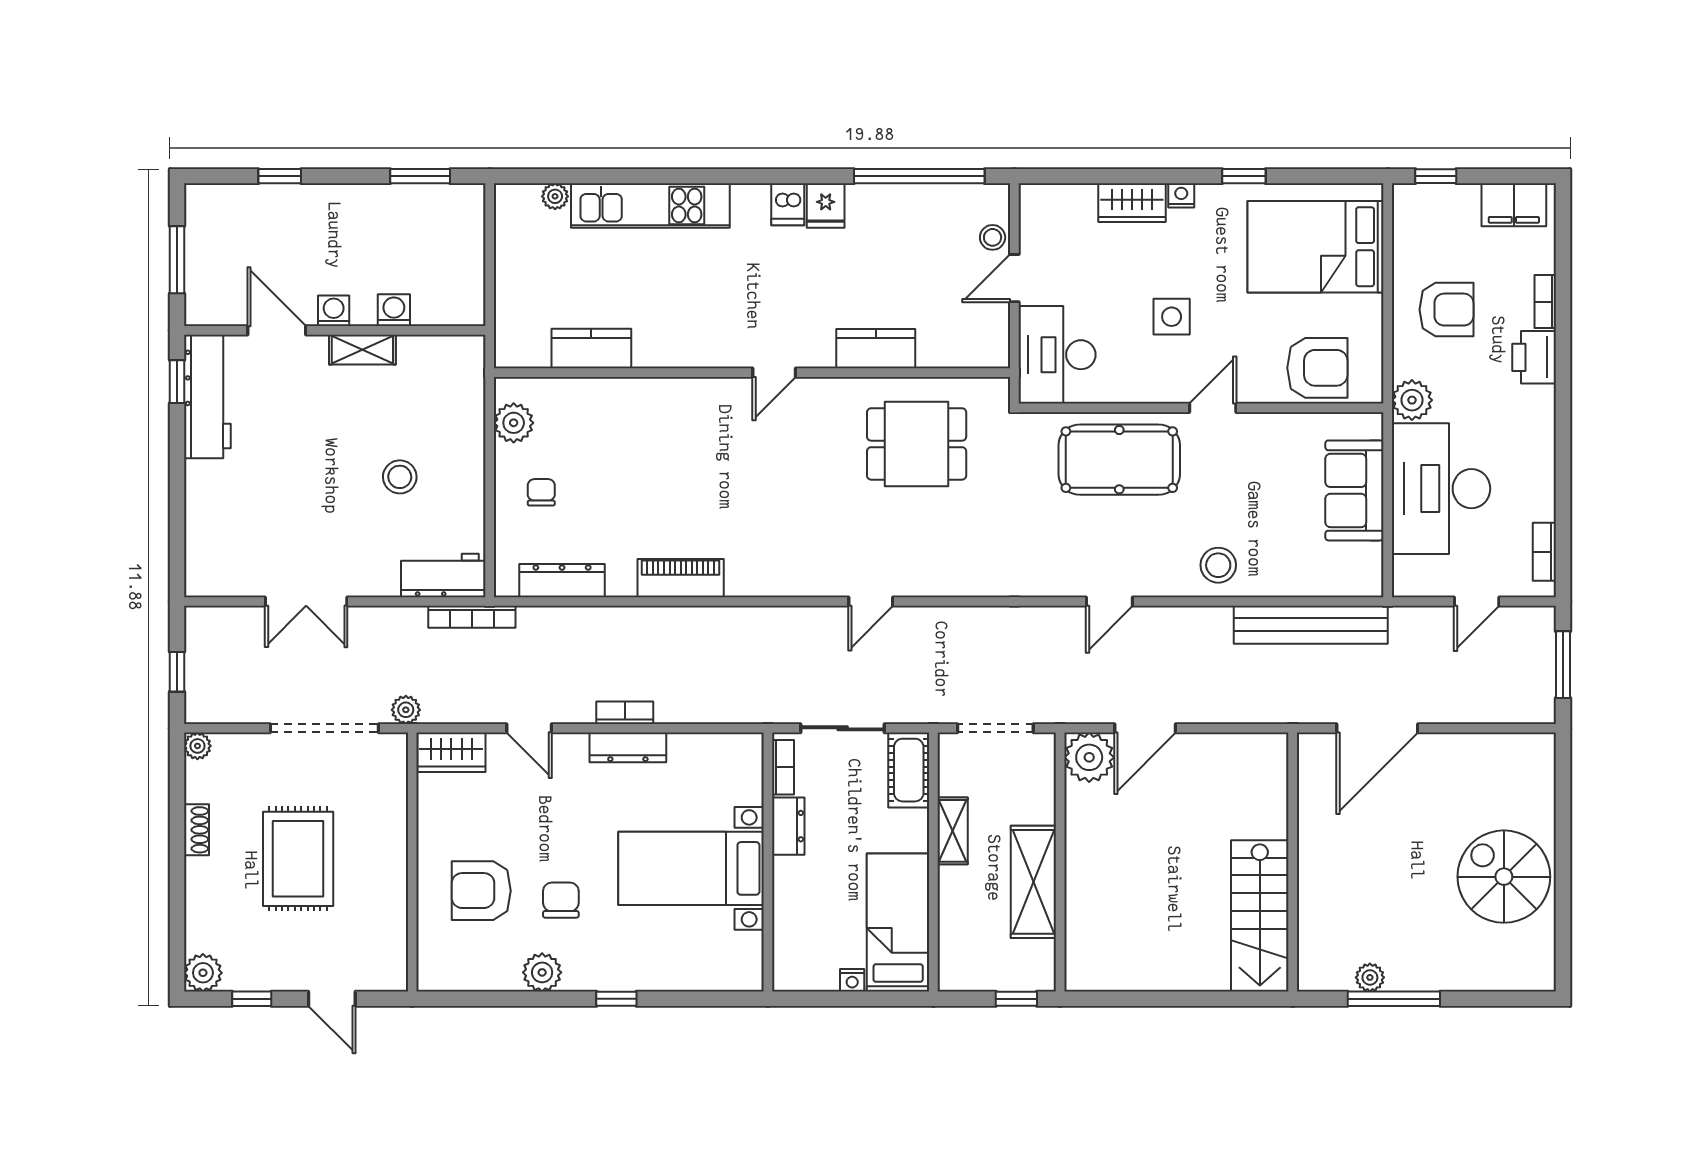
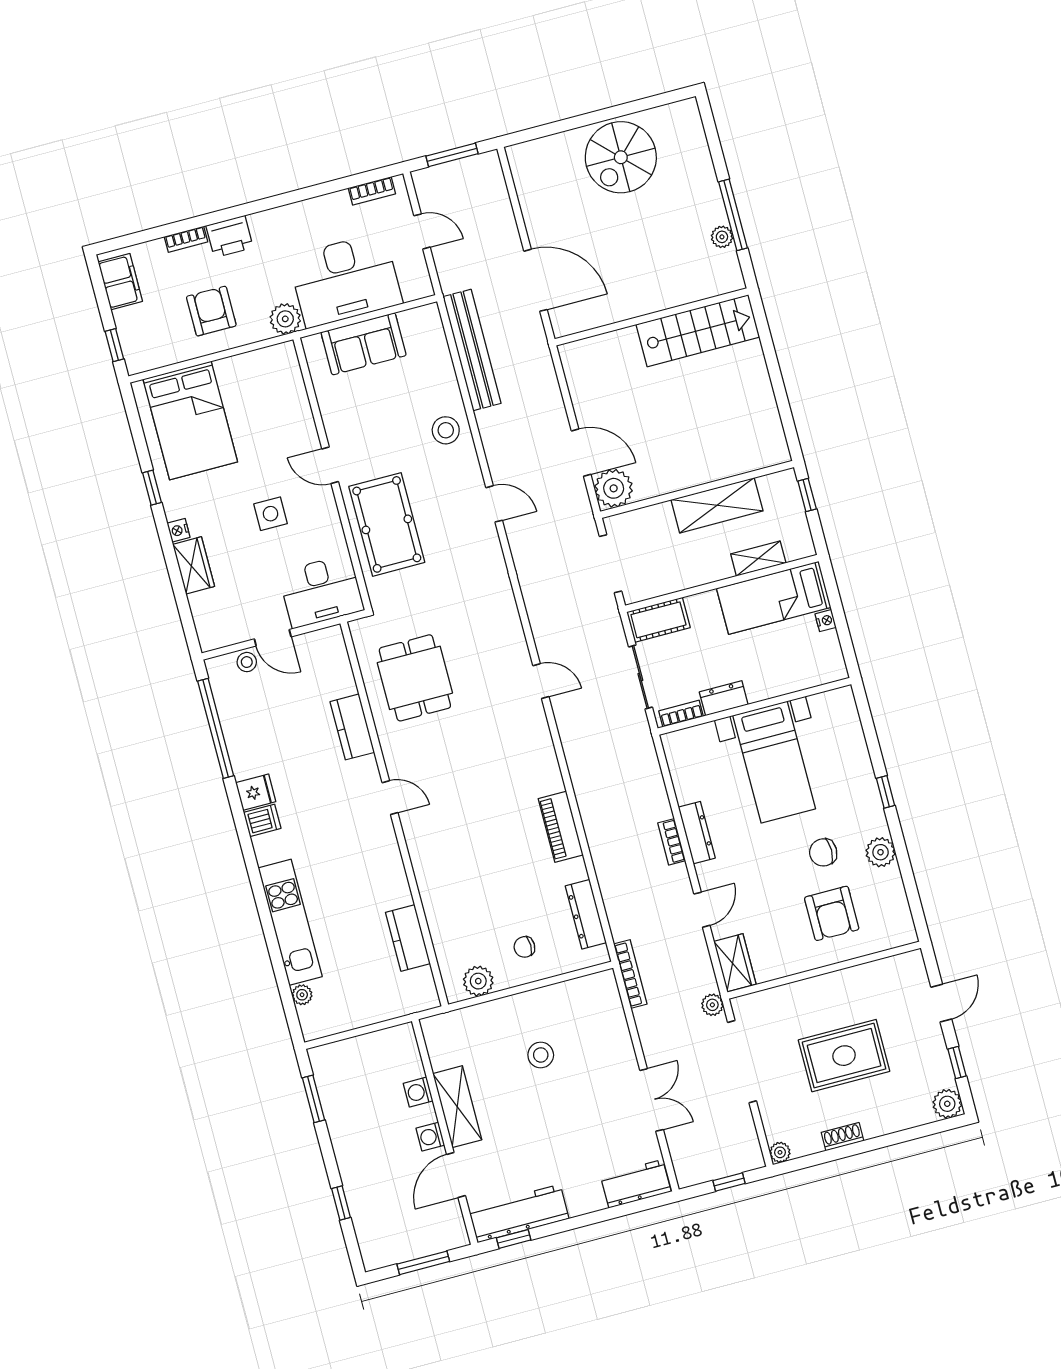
shelving: (362, 350) -> (457, 1107), width x1.50, depth x1.33
armchair: (1317, 368) -> (280, 395), removed
workbench: (443, 576) -> (636, 1184), moved, turned 90
shelving: (953, 831) -> (758, 559), moved

